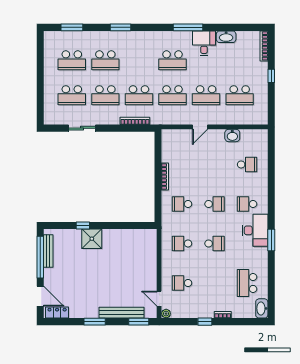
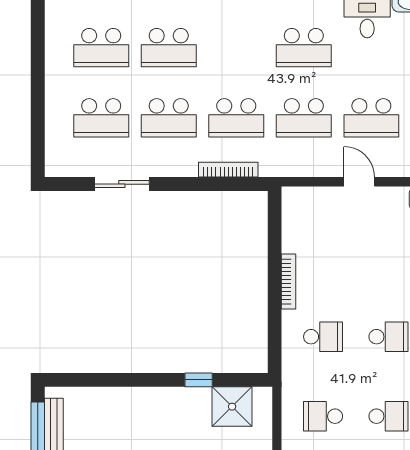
door: (200, 127) -> (359, 182), swing flipped
school desk: (182, 204) -> (323, 337), turned 180
window: (83, 225) -> (199, 380), moved
shower: (92, 239) -> (232, 407), moved

